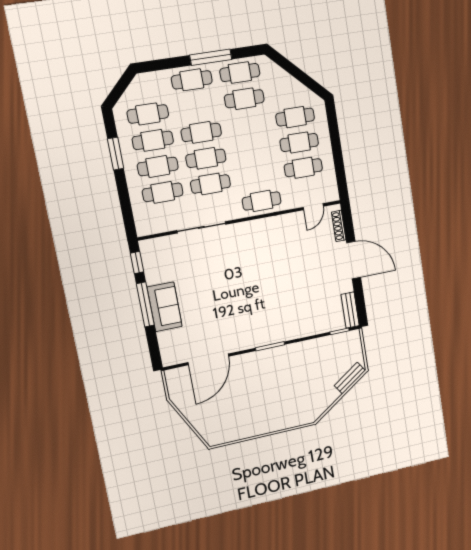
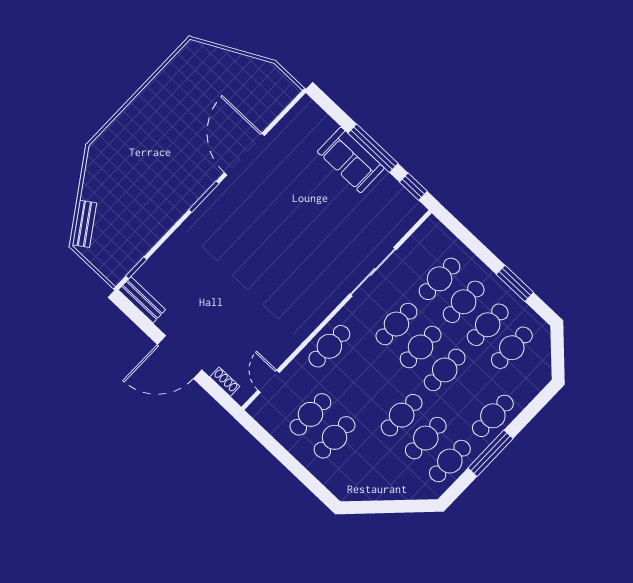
cafe table: (295, 117) -> (402, 415), moved
shoe rack: (339, 226) -> (225, 382), width x0.70
door: (208, 359) -> (244, 154), moved

